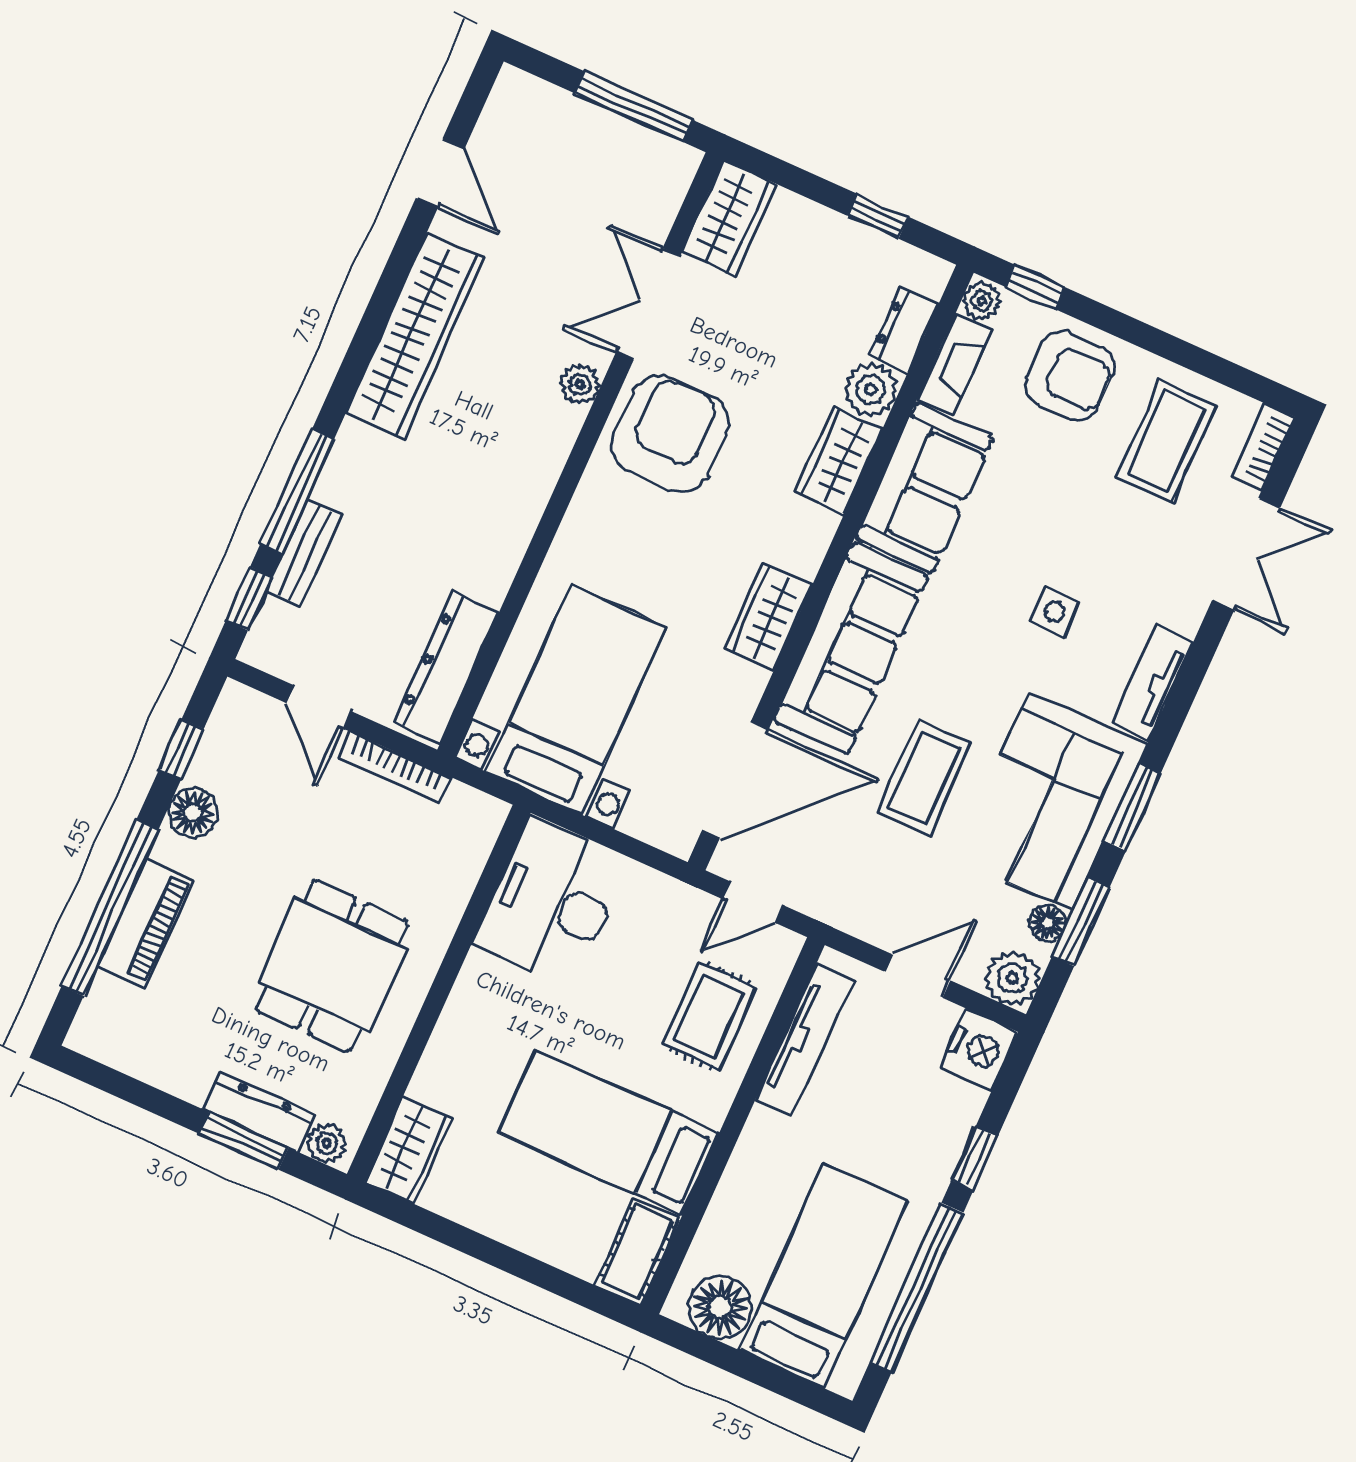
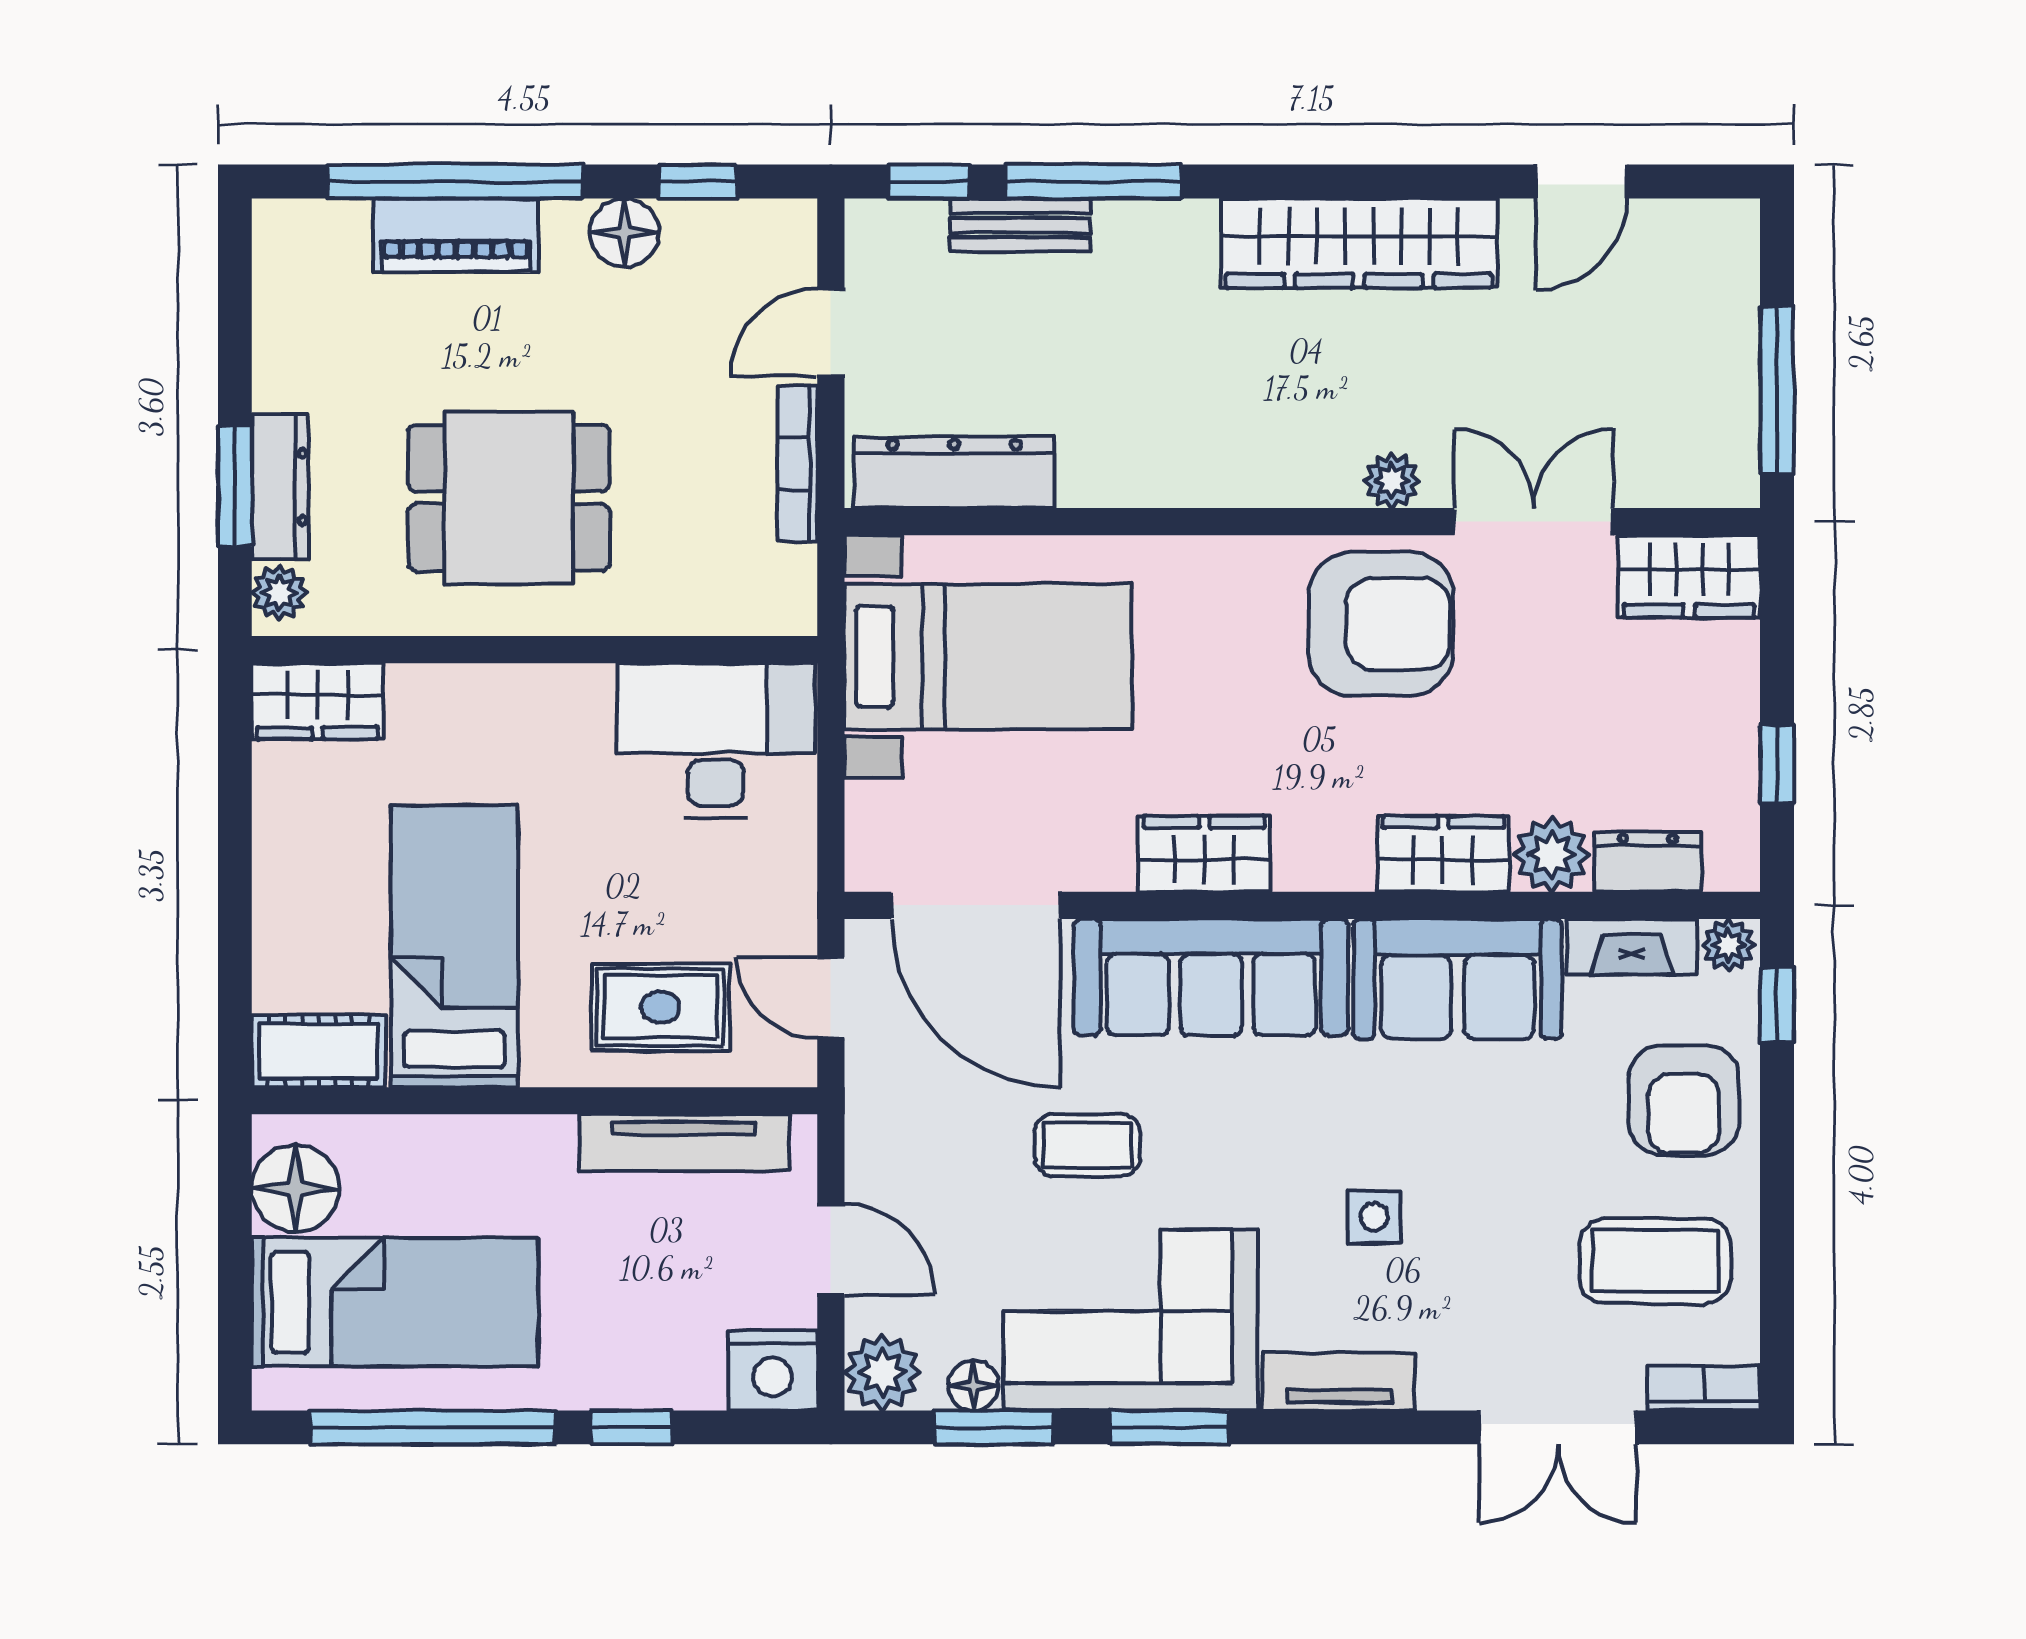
coffee table: (924, 778) -> (1087, 1145), width x0.73, depth x0.77

